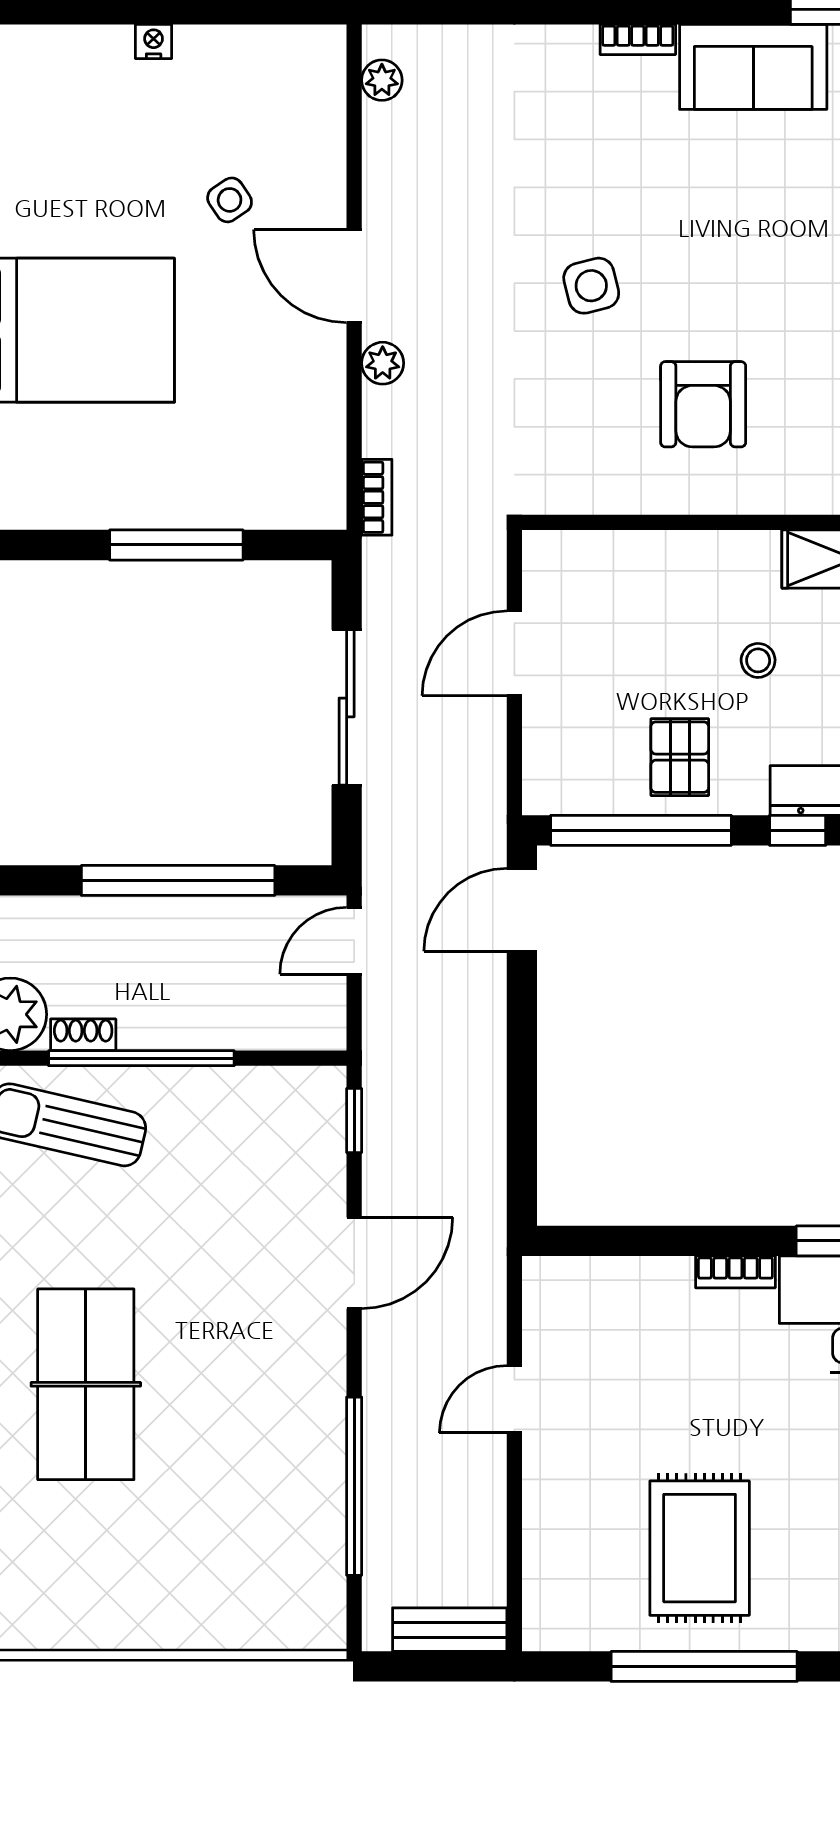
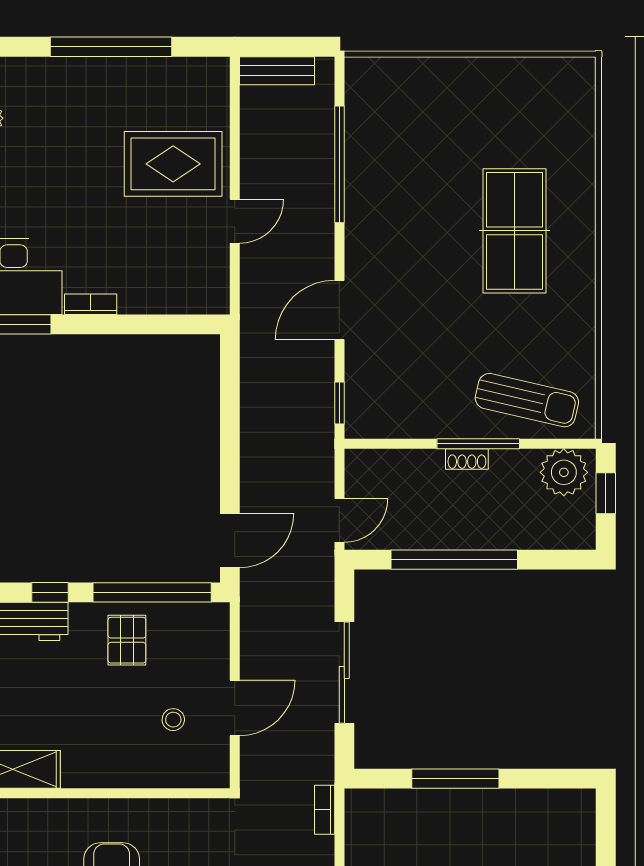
stool: (758, 660) -> (173, 720), moved
shoe rack: (83, 1035) -> (467, 459), moved
window: (141, 1058) -> (478, 444), width x0.68
rug: (700, 1548) -> (173, 164), moved, turned 90

